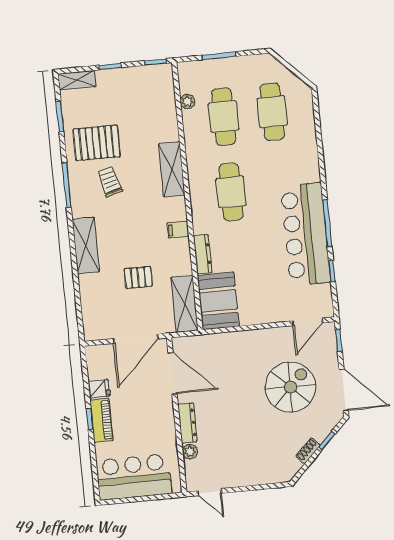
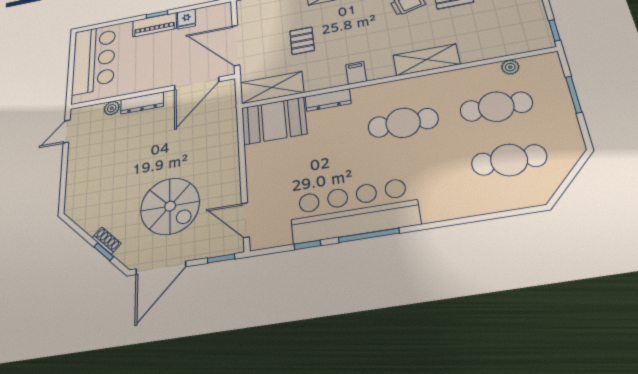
shoe rack: (308, 451) -> (107, 241), moved

